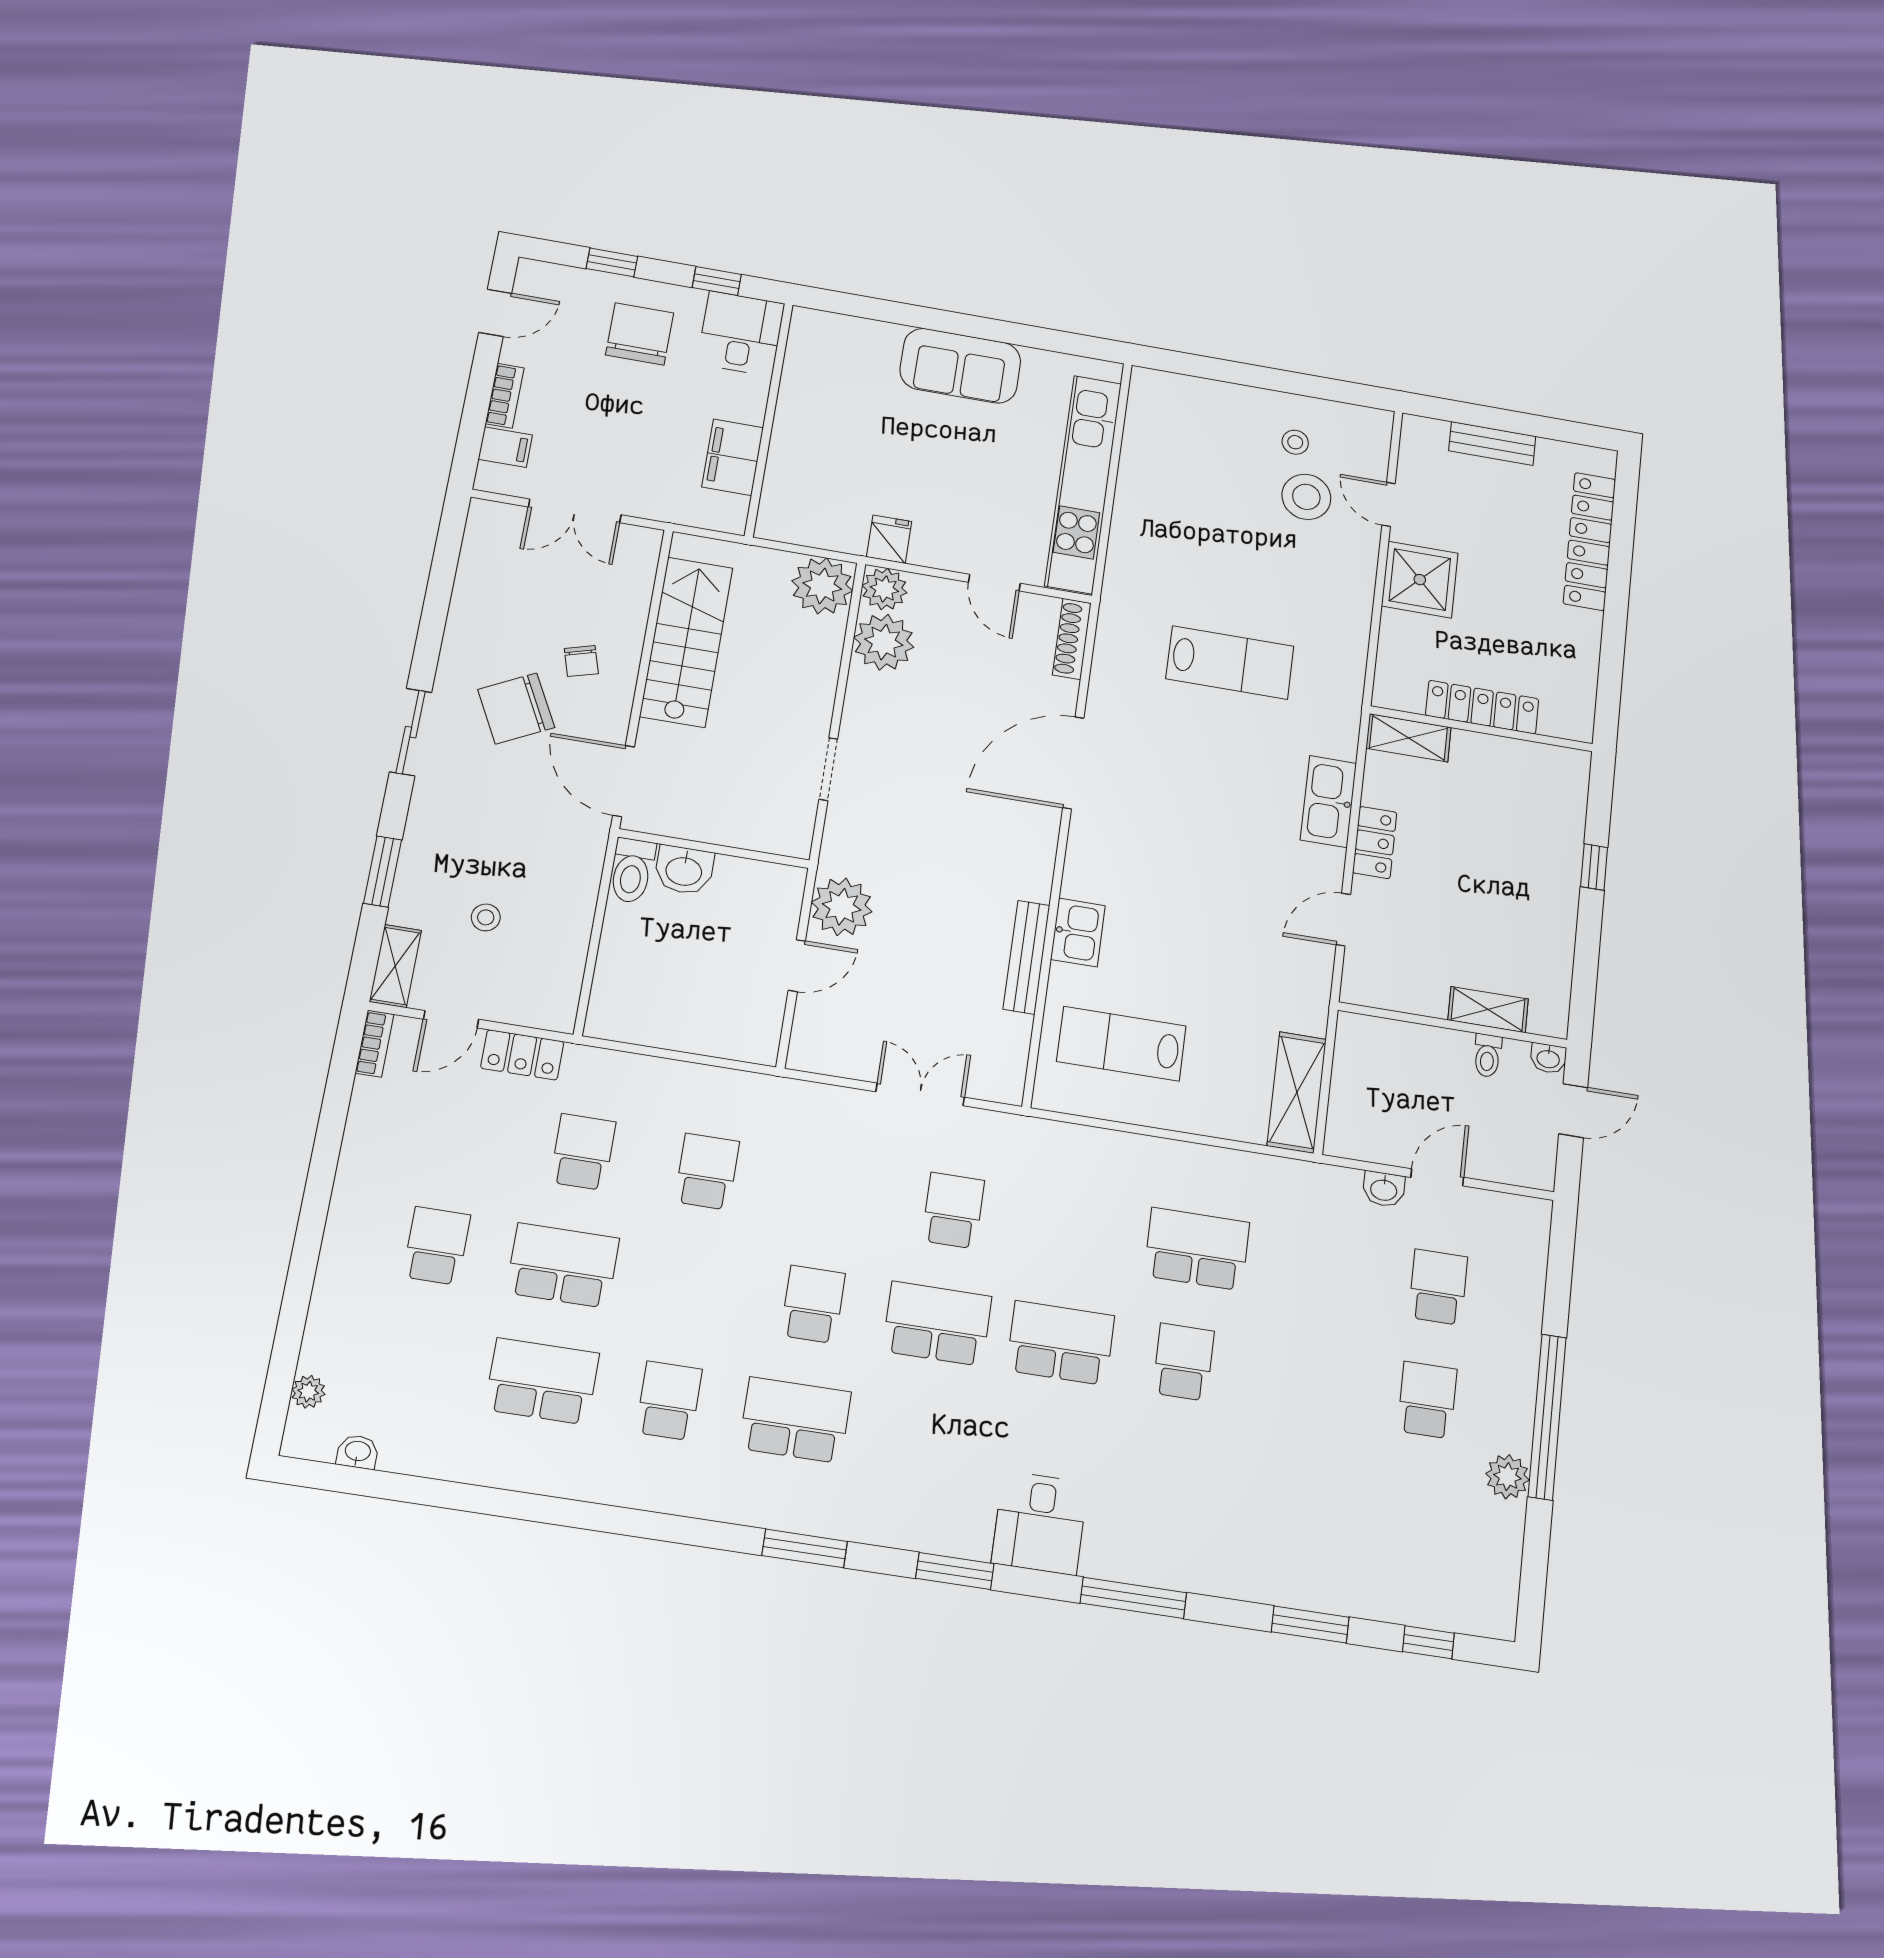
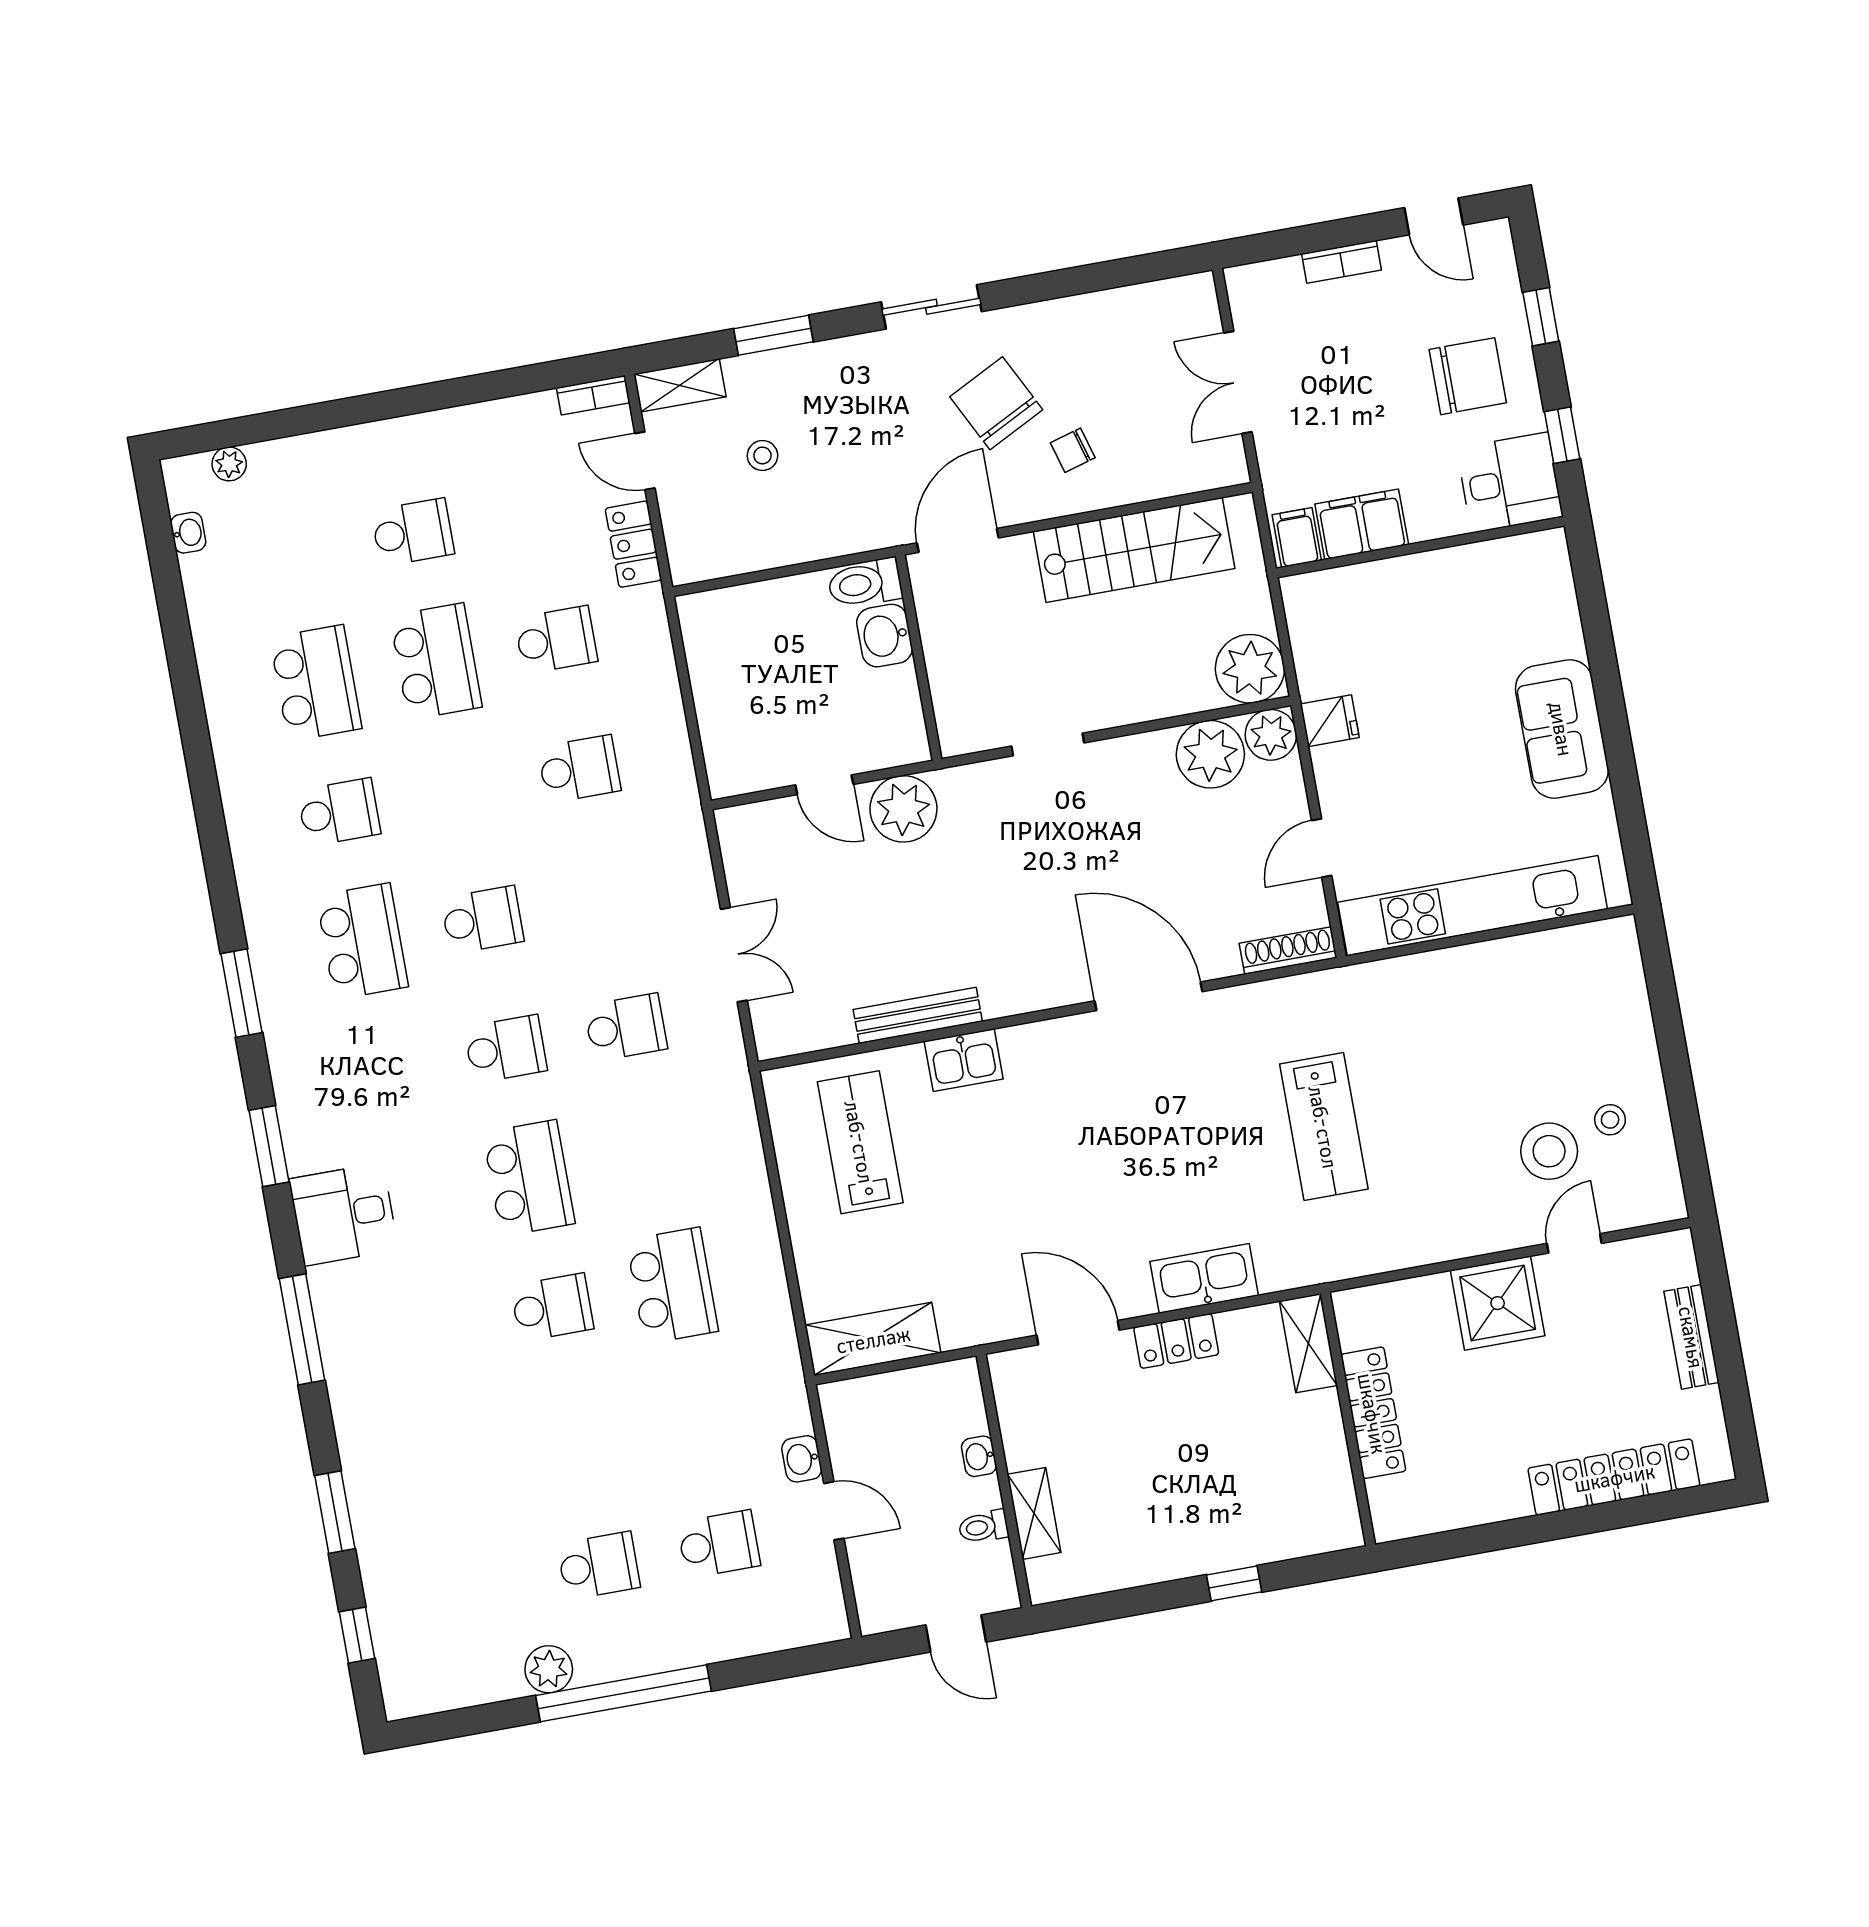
filing cabinet: (505, 447) -> (1297, 537), moved, turned 180
door: (1343, 920) -> (1078, 1333), width x1.38
washbasin: (1548, 1058) -> (979, 1456), moved
school desk: (937, 1324) -> (506, 1049), width x0.54

